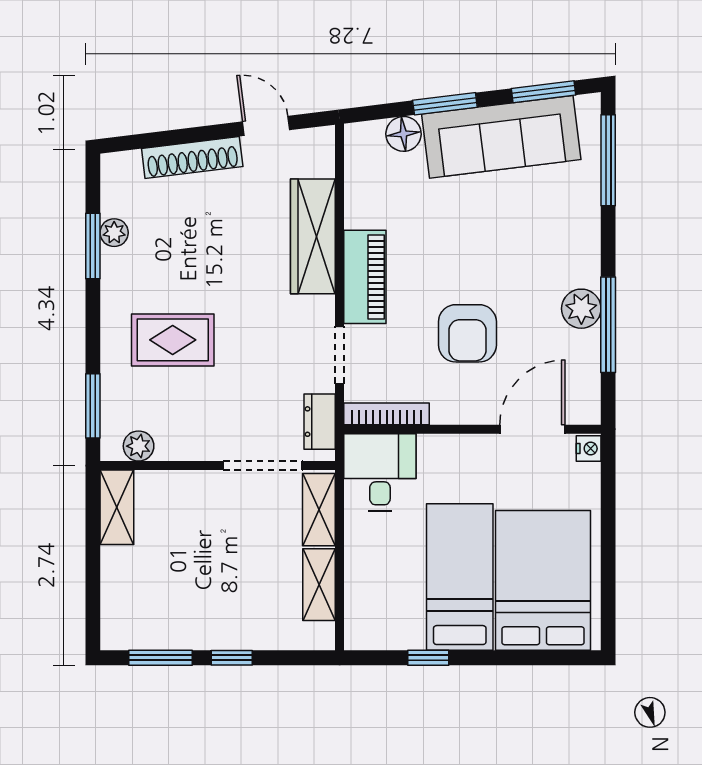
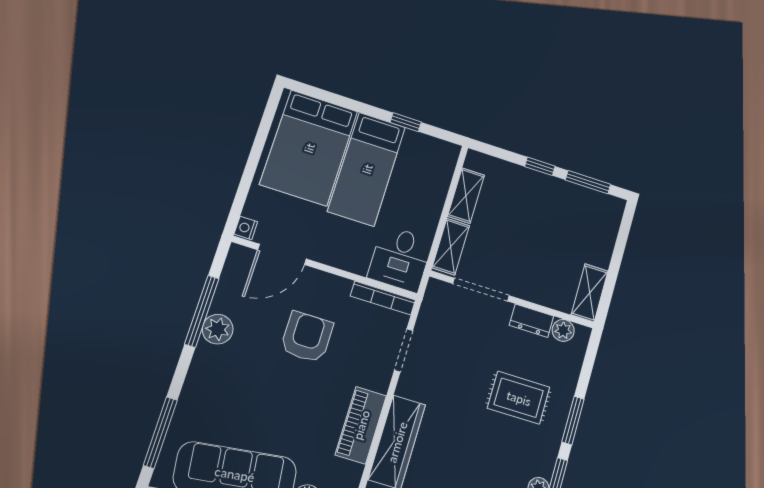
piano: (365, 277) -> (361, 425), moved
window: (93, 406) -> (573, 421), moved
dresser: (320, 422) -> (531, 321), moved, turned 90

